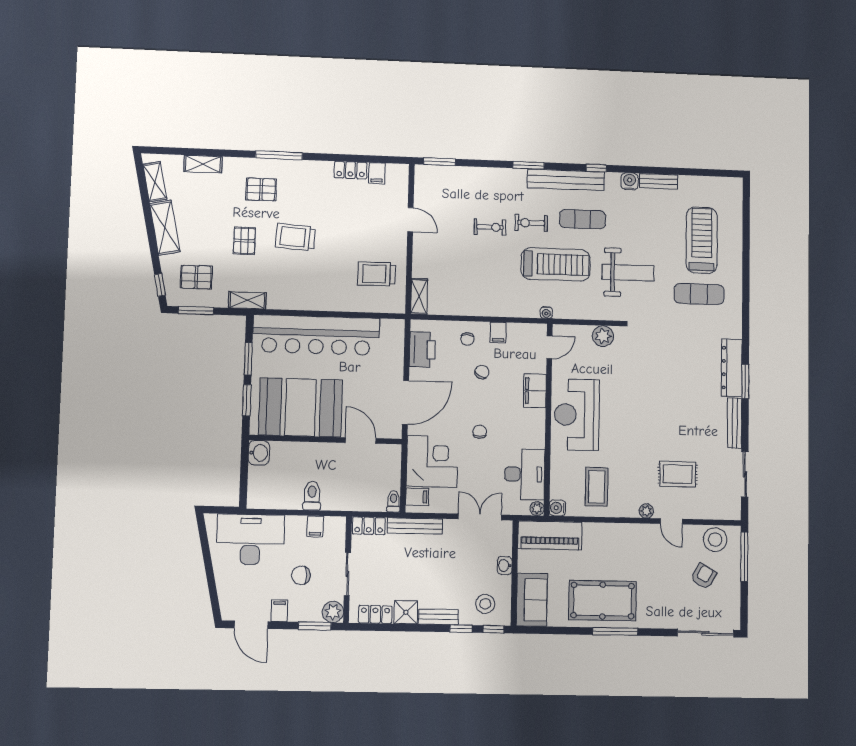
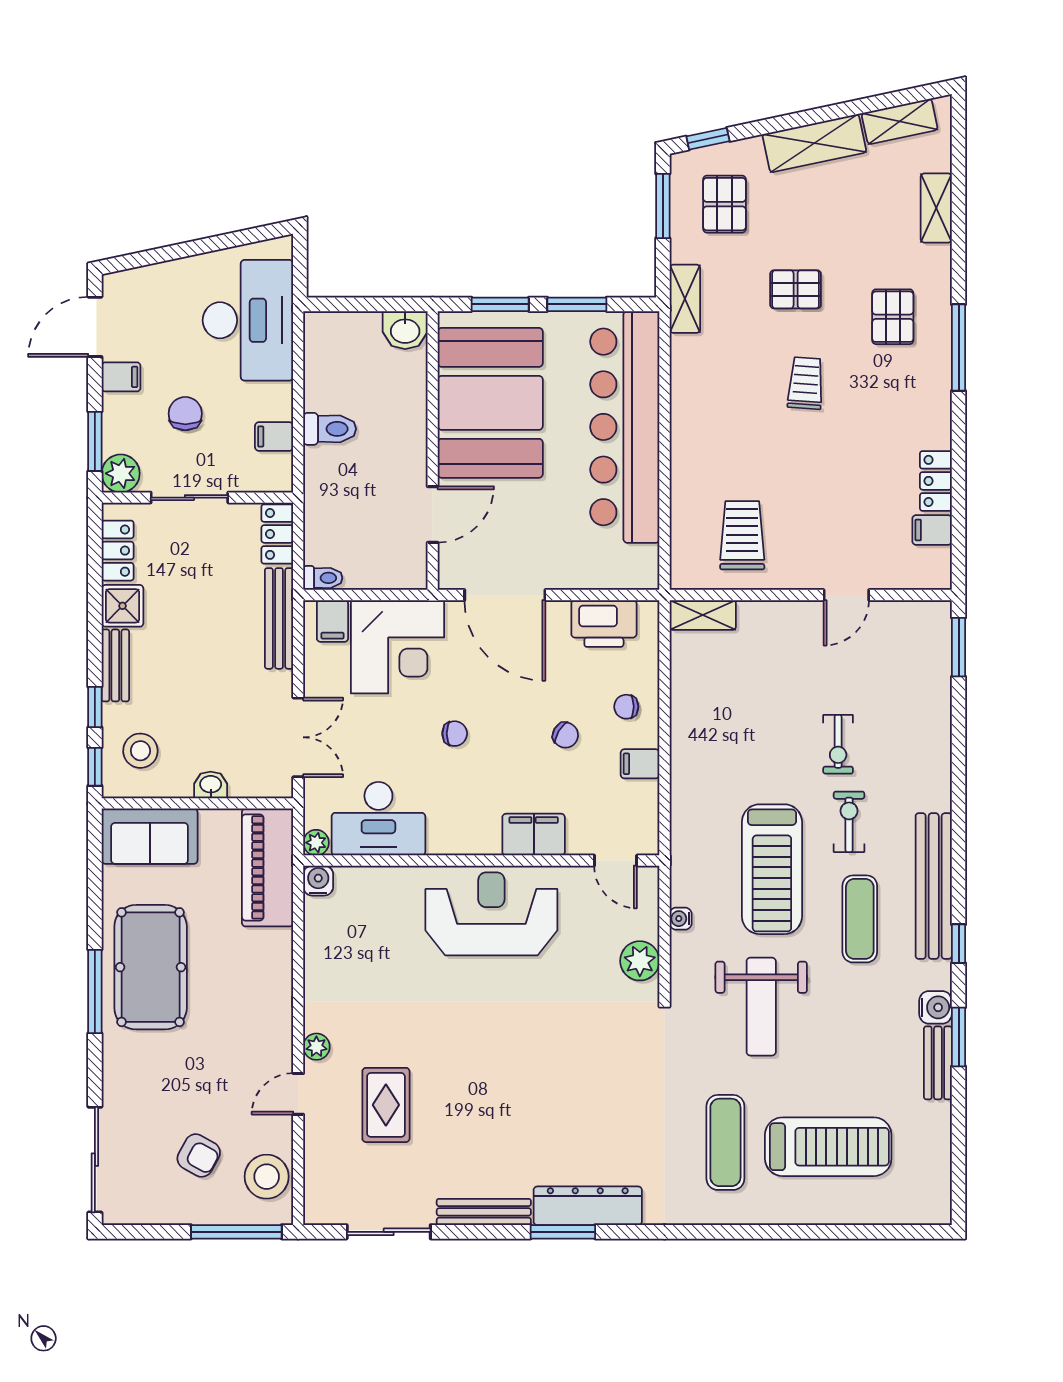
window: (529, 165) -> (959, 1037), moved
trolley: (296, 237) -> (806, 383), width x0.73, depth x0.72
water cooler: (546, 313) -> (681, 919), moved
coffee table: (597, 487) -> (359, 953), removed

